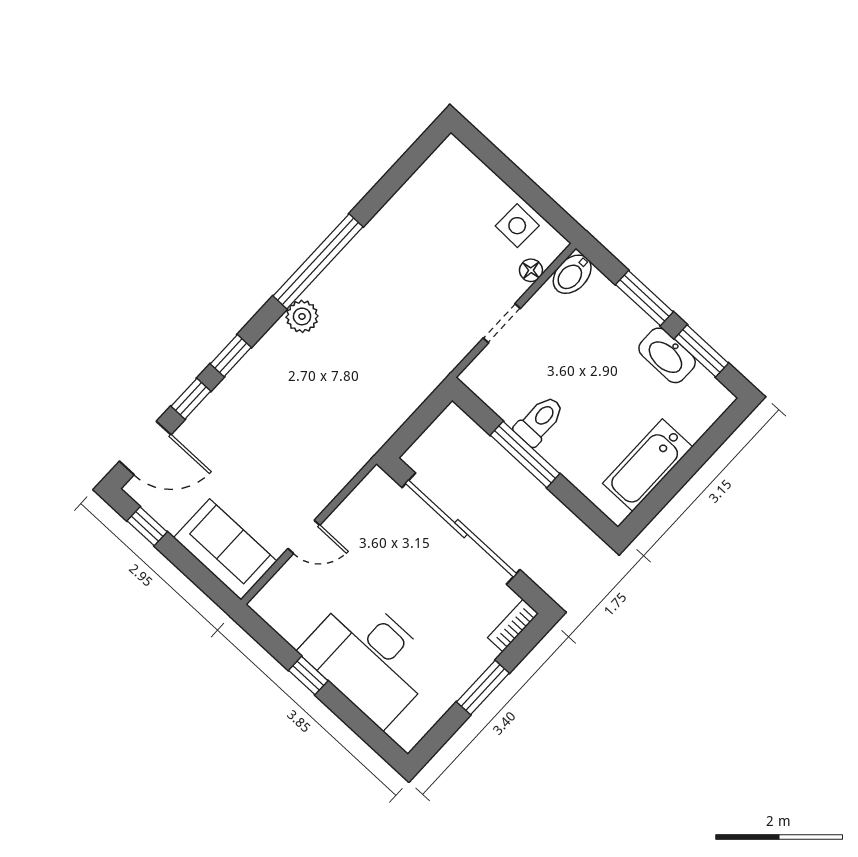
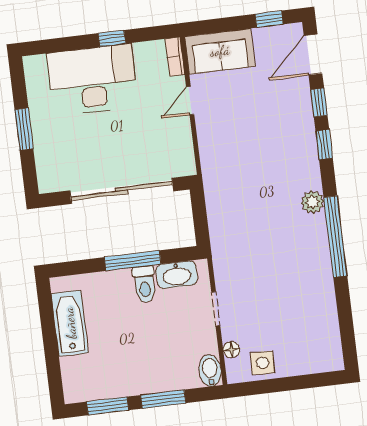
washbasin: (667, 355) -> (177, 275), moved, turned 180
bookcase: (513, 626) -> (175, 57), moved, turned 180

